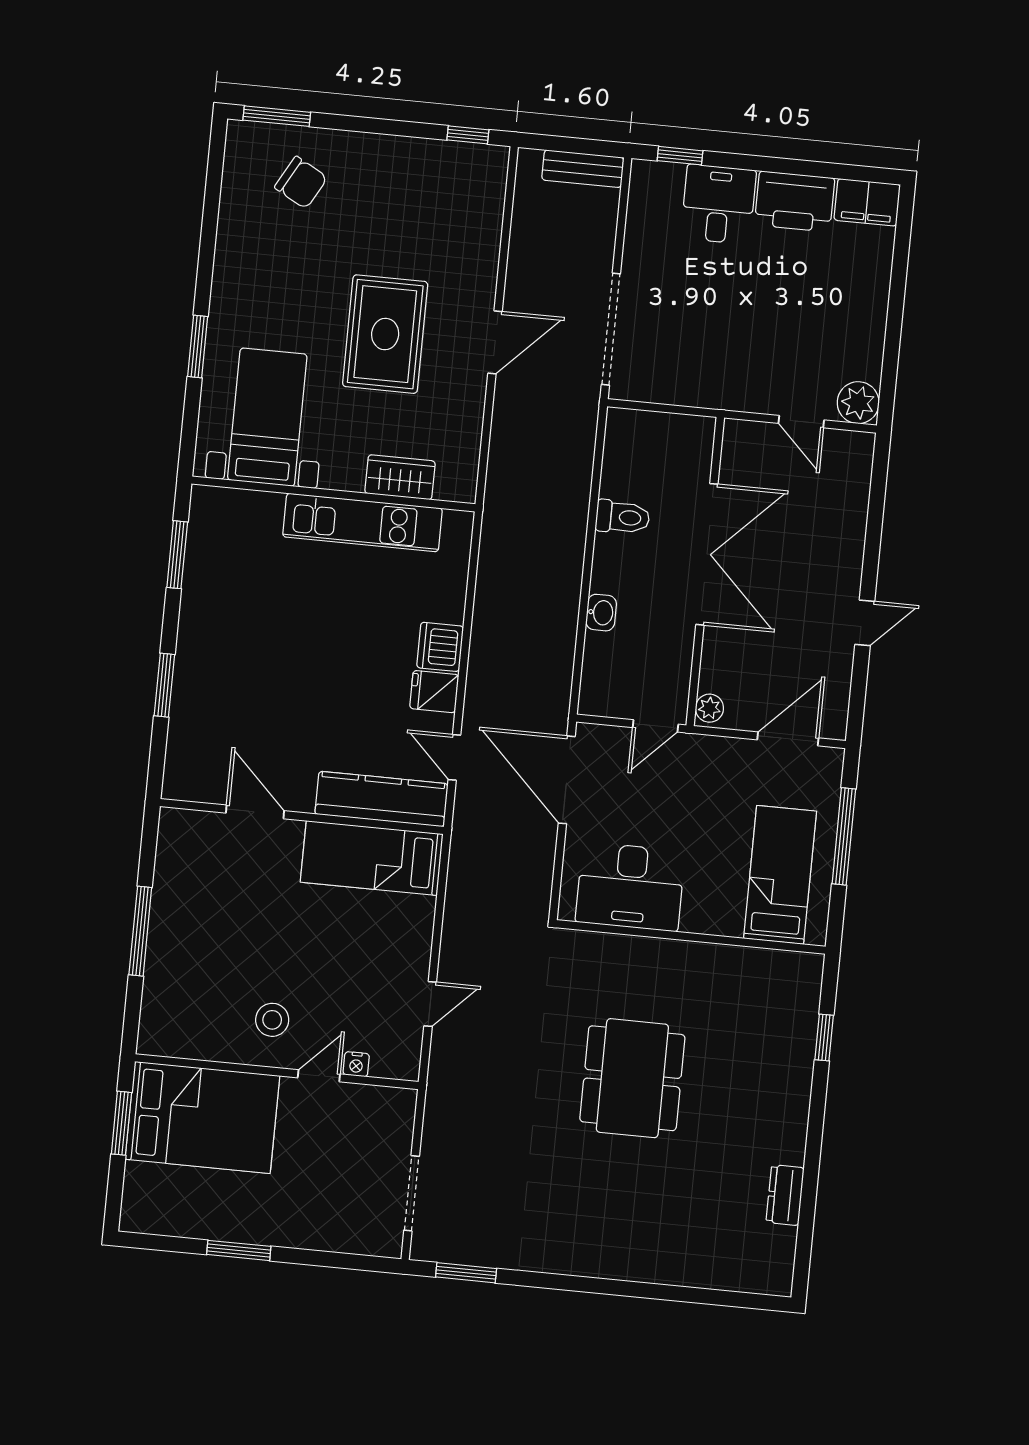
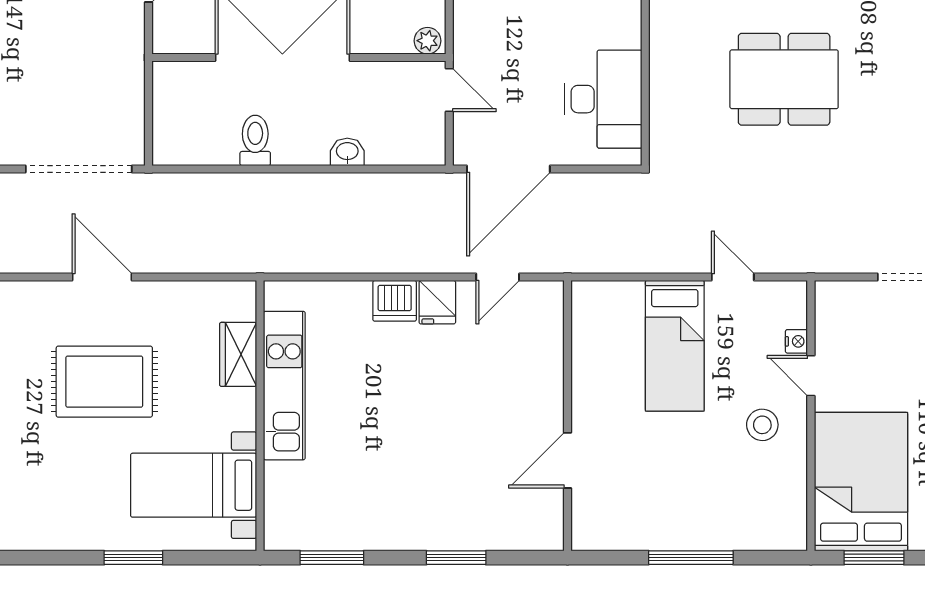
kitchen counter: (381, 799) -> (544, 342), removed
bed: (372, 858) -> (675, 346), moved

